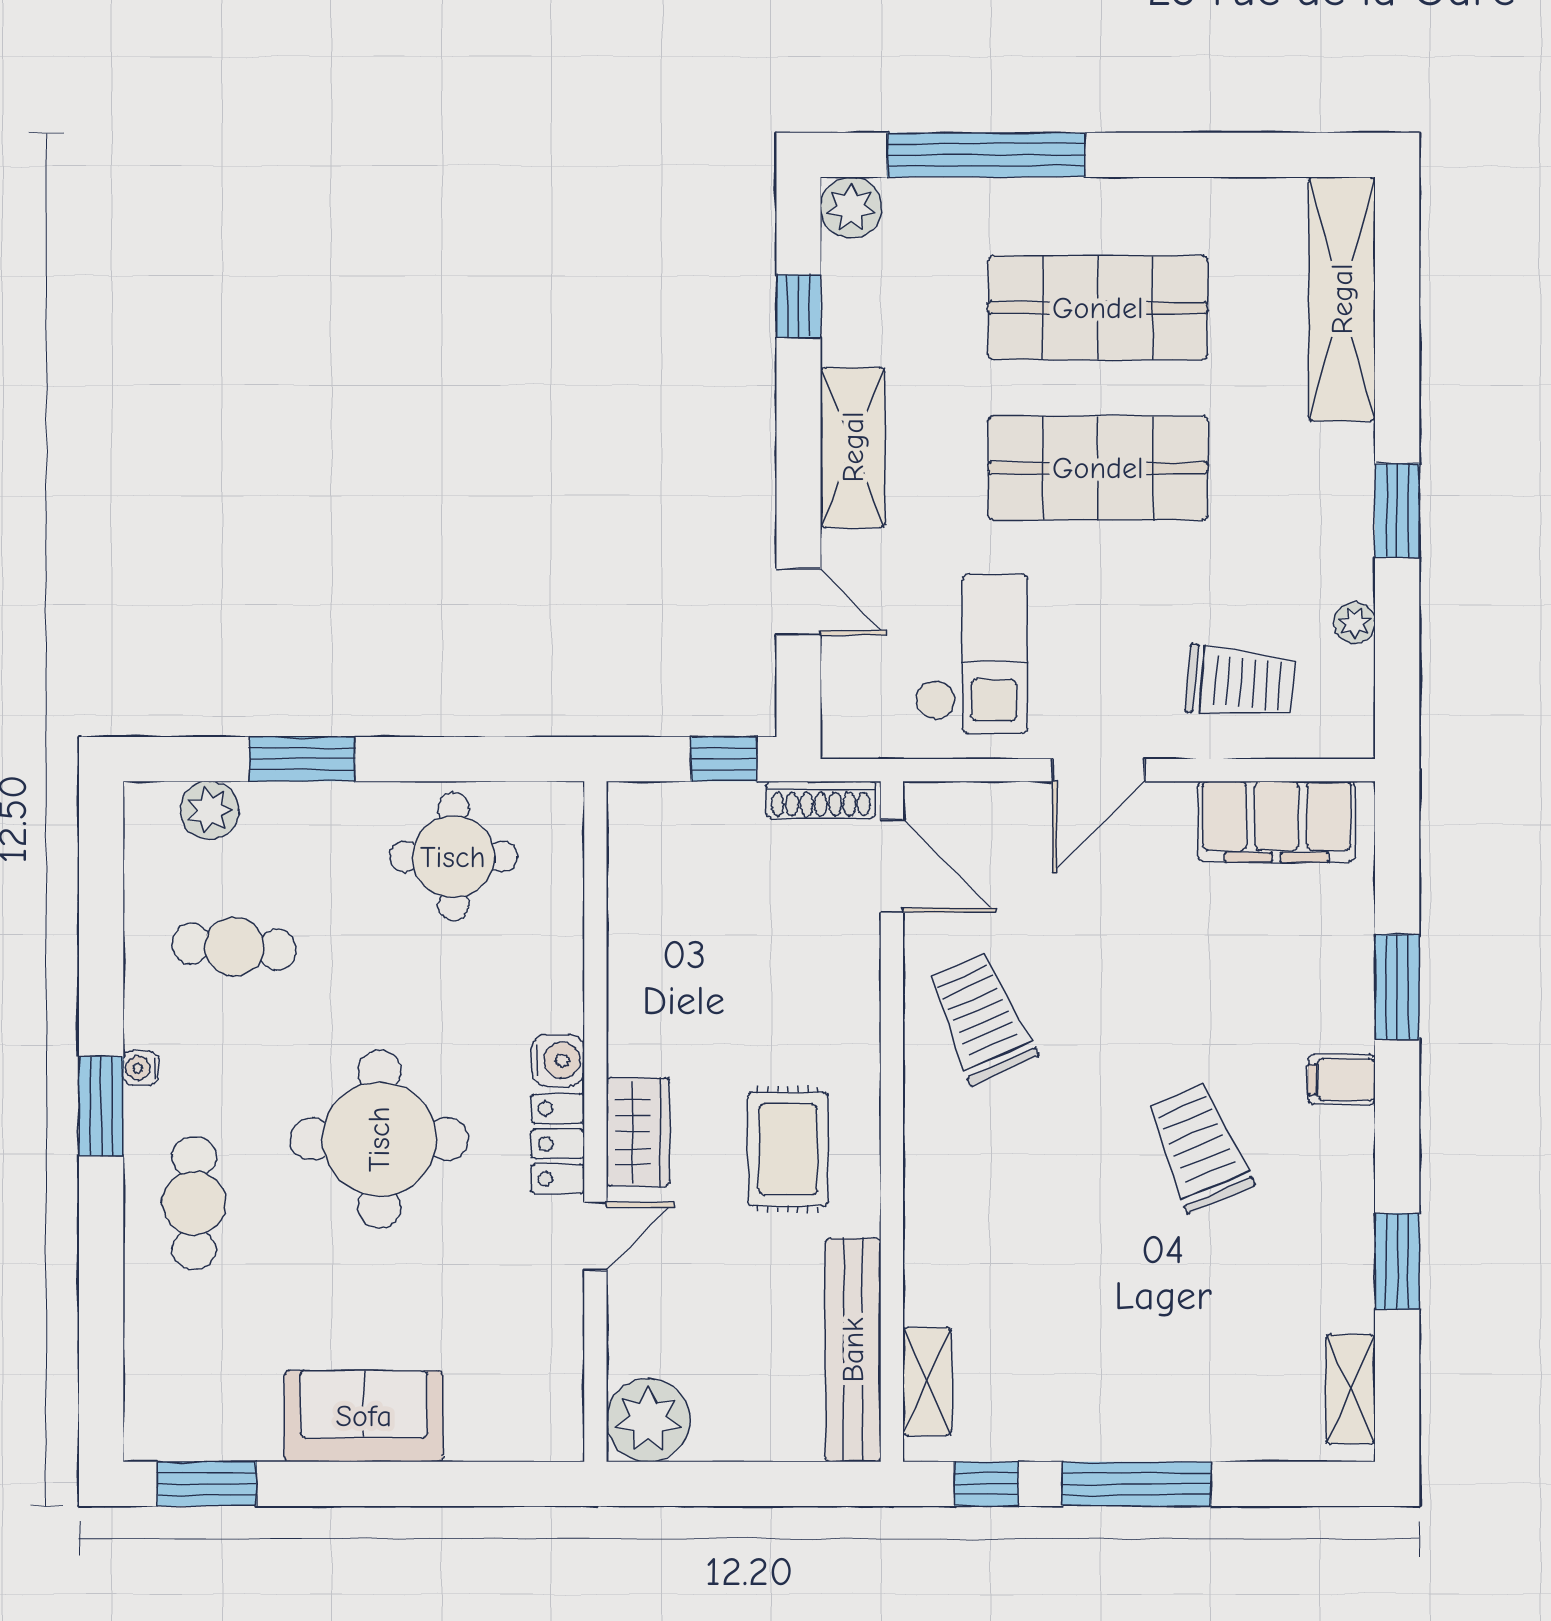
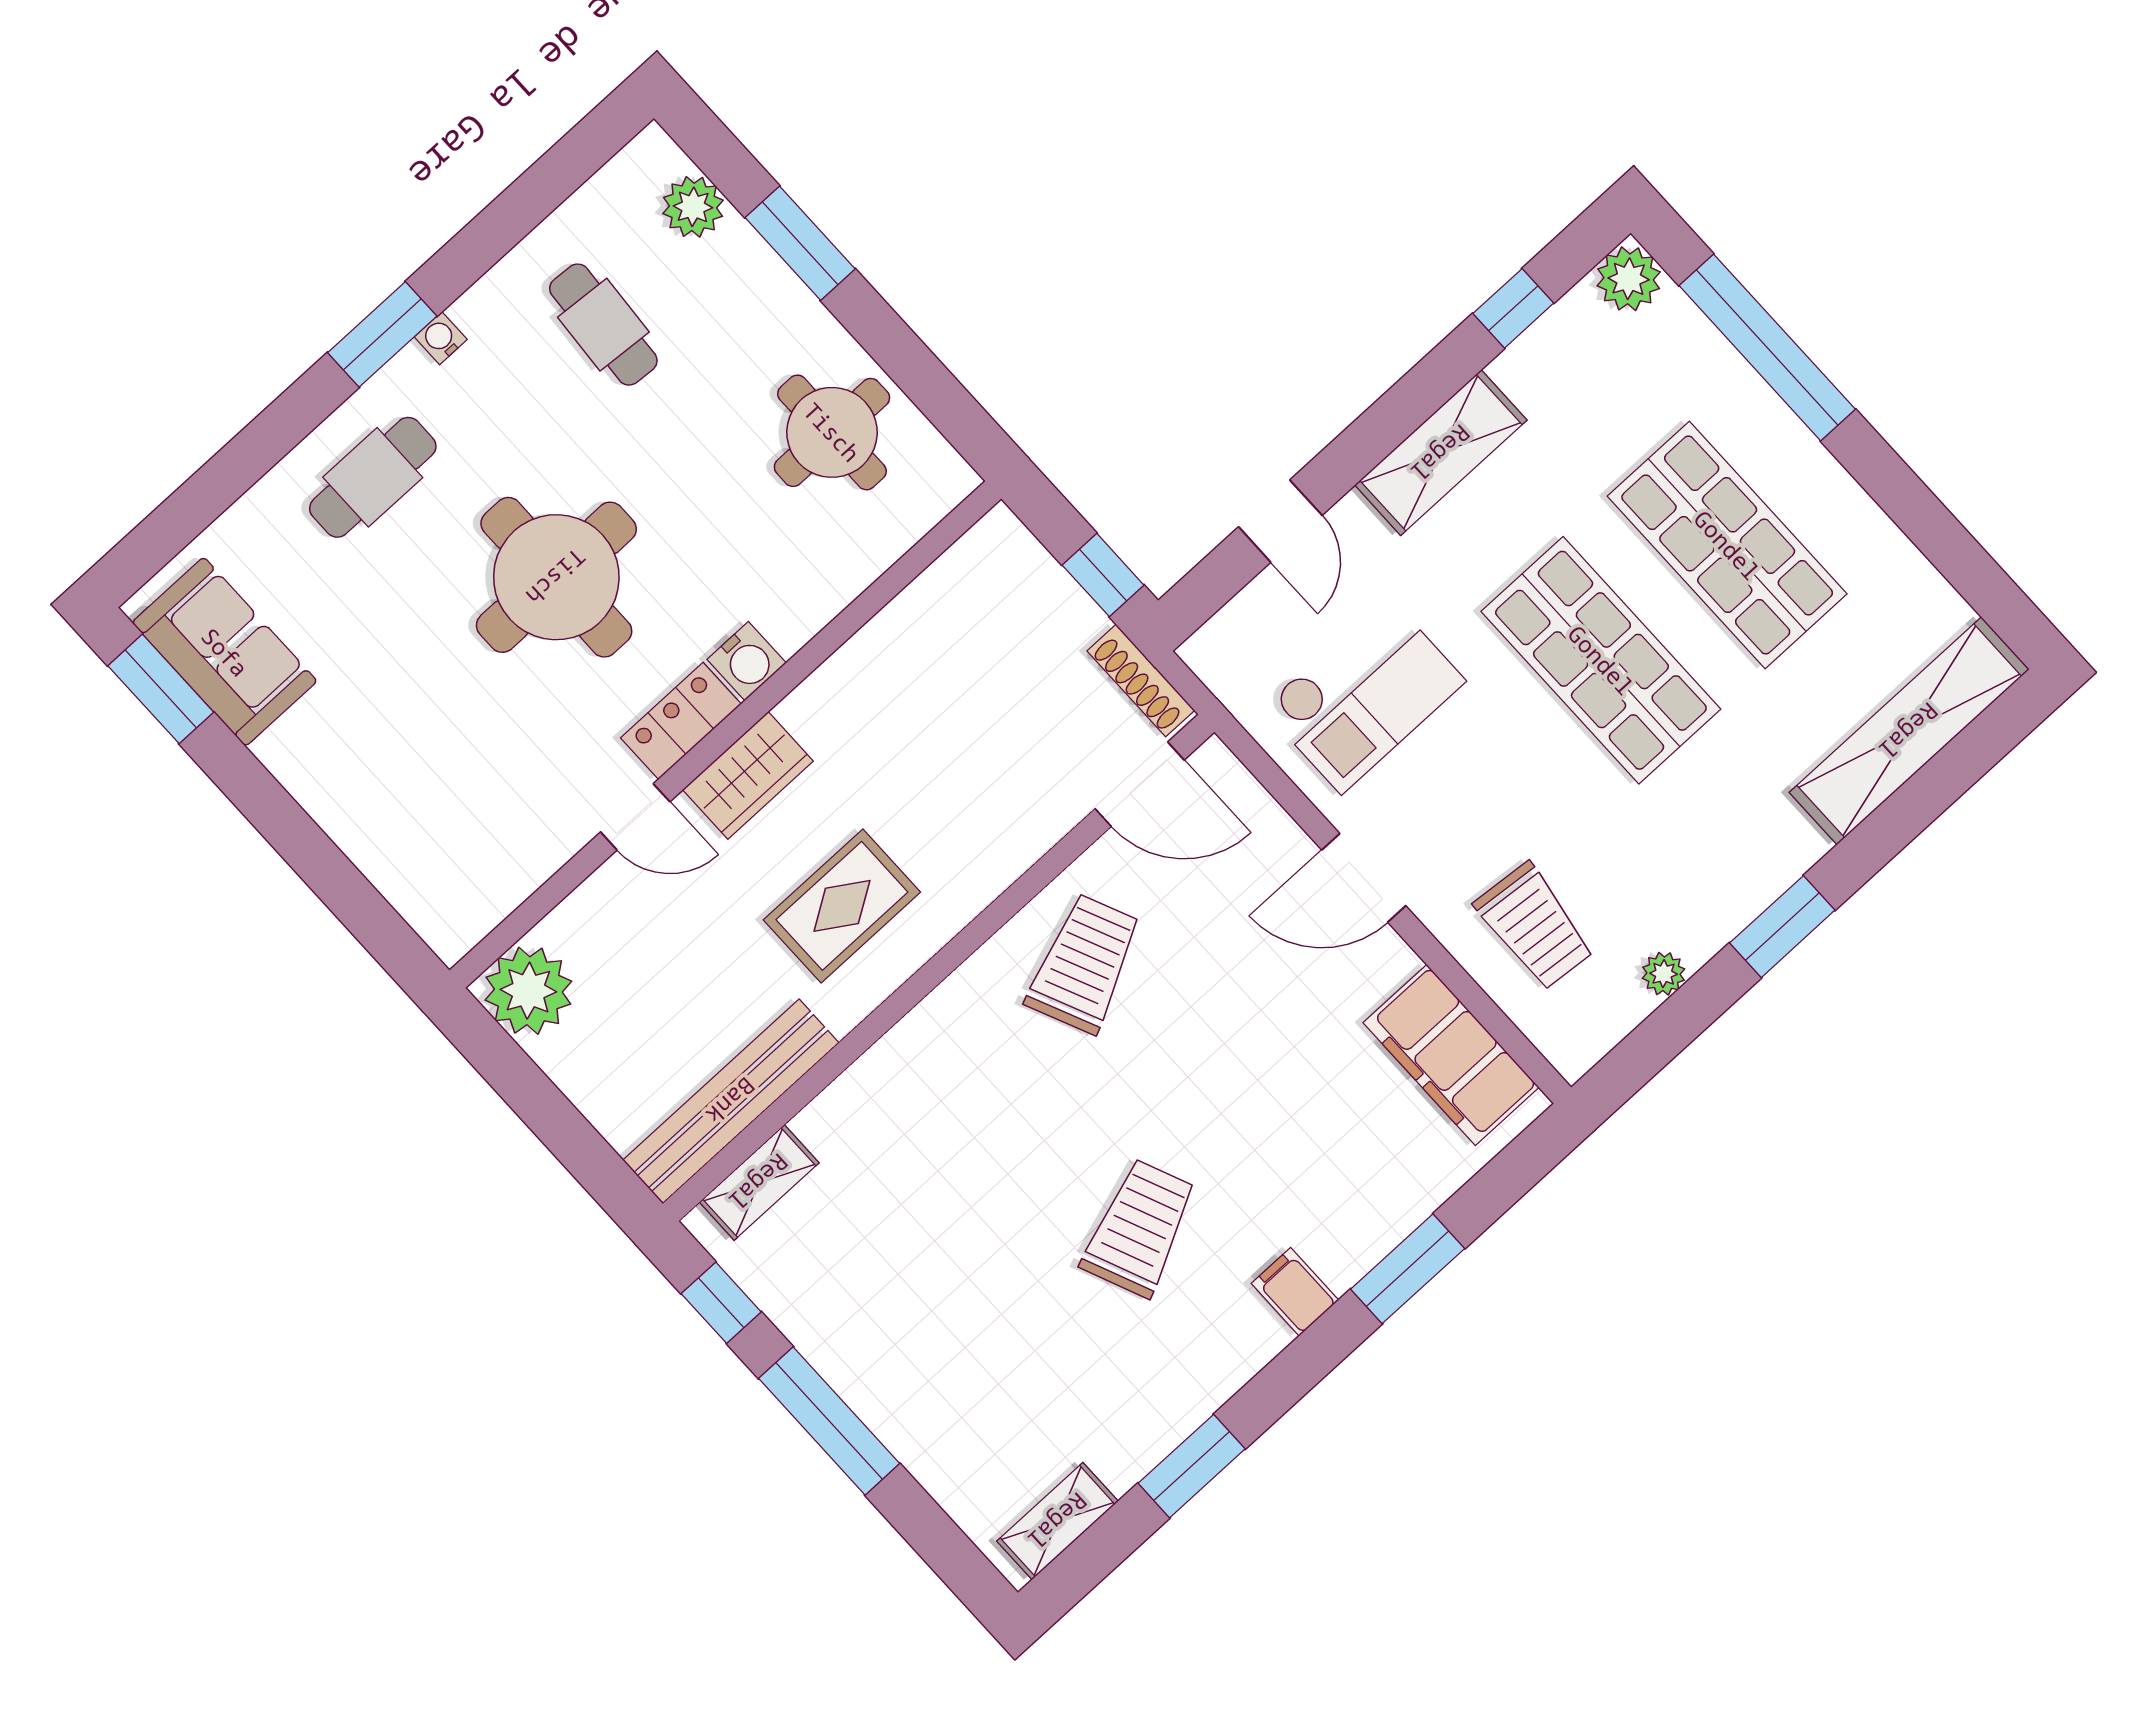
door: (892, 866) -> (1140, 784), hinge flipped
sofa: (364, 1416) -> (225, 652), moved

